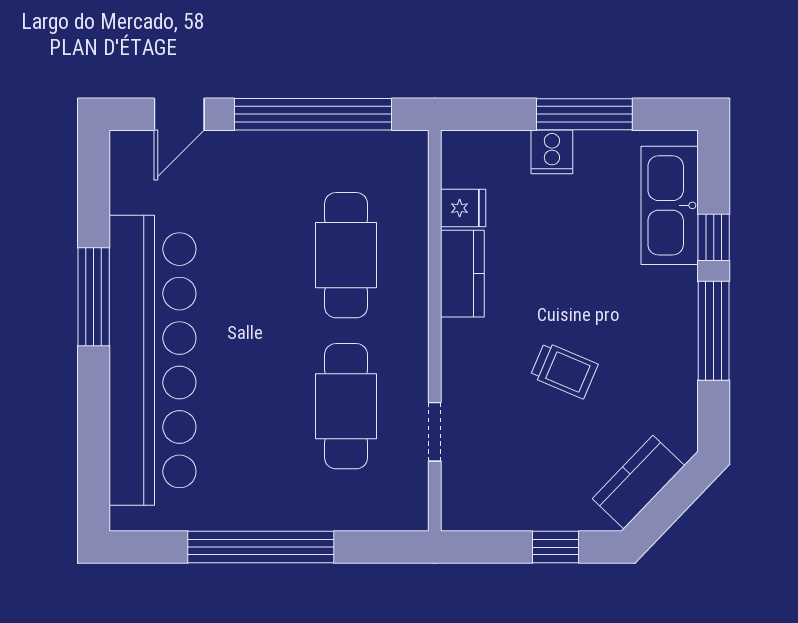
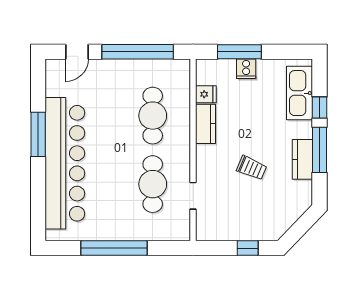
window: (584, 114) -> (239, 52), moved
kitchen counter: (638, 482) -> (302, 159), moved, turned -44

